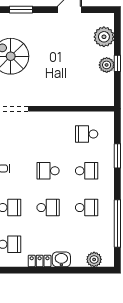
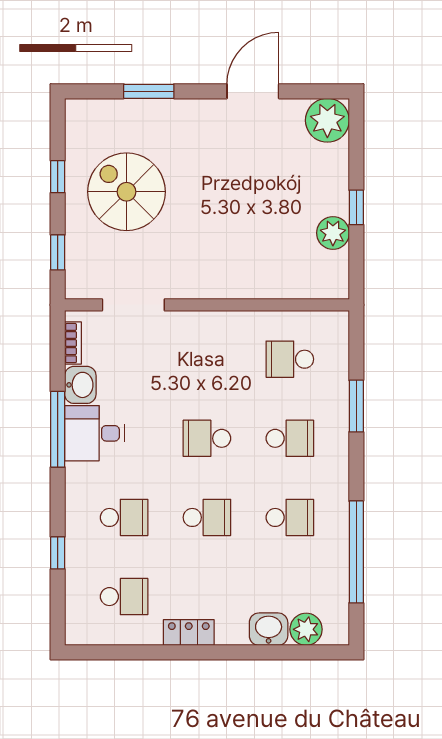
plant: (104, 37) -> (327, 120), moved
plant: (107, 65) -> (333, 233), moved
washbasin: (61, 259) -> (269, 629), moved

